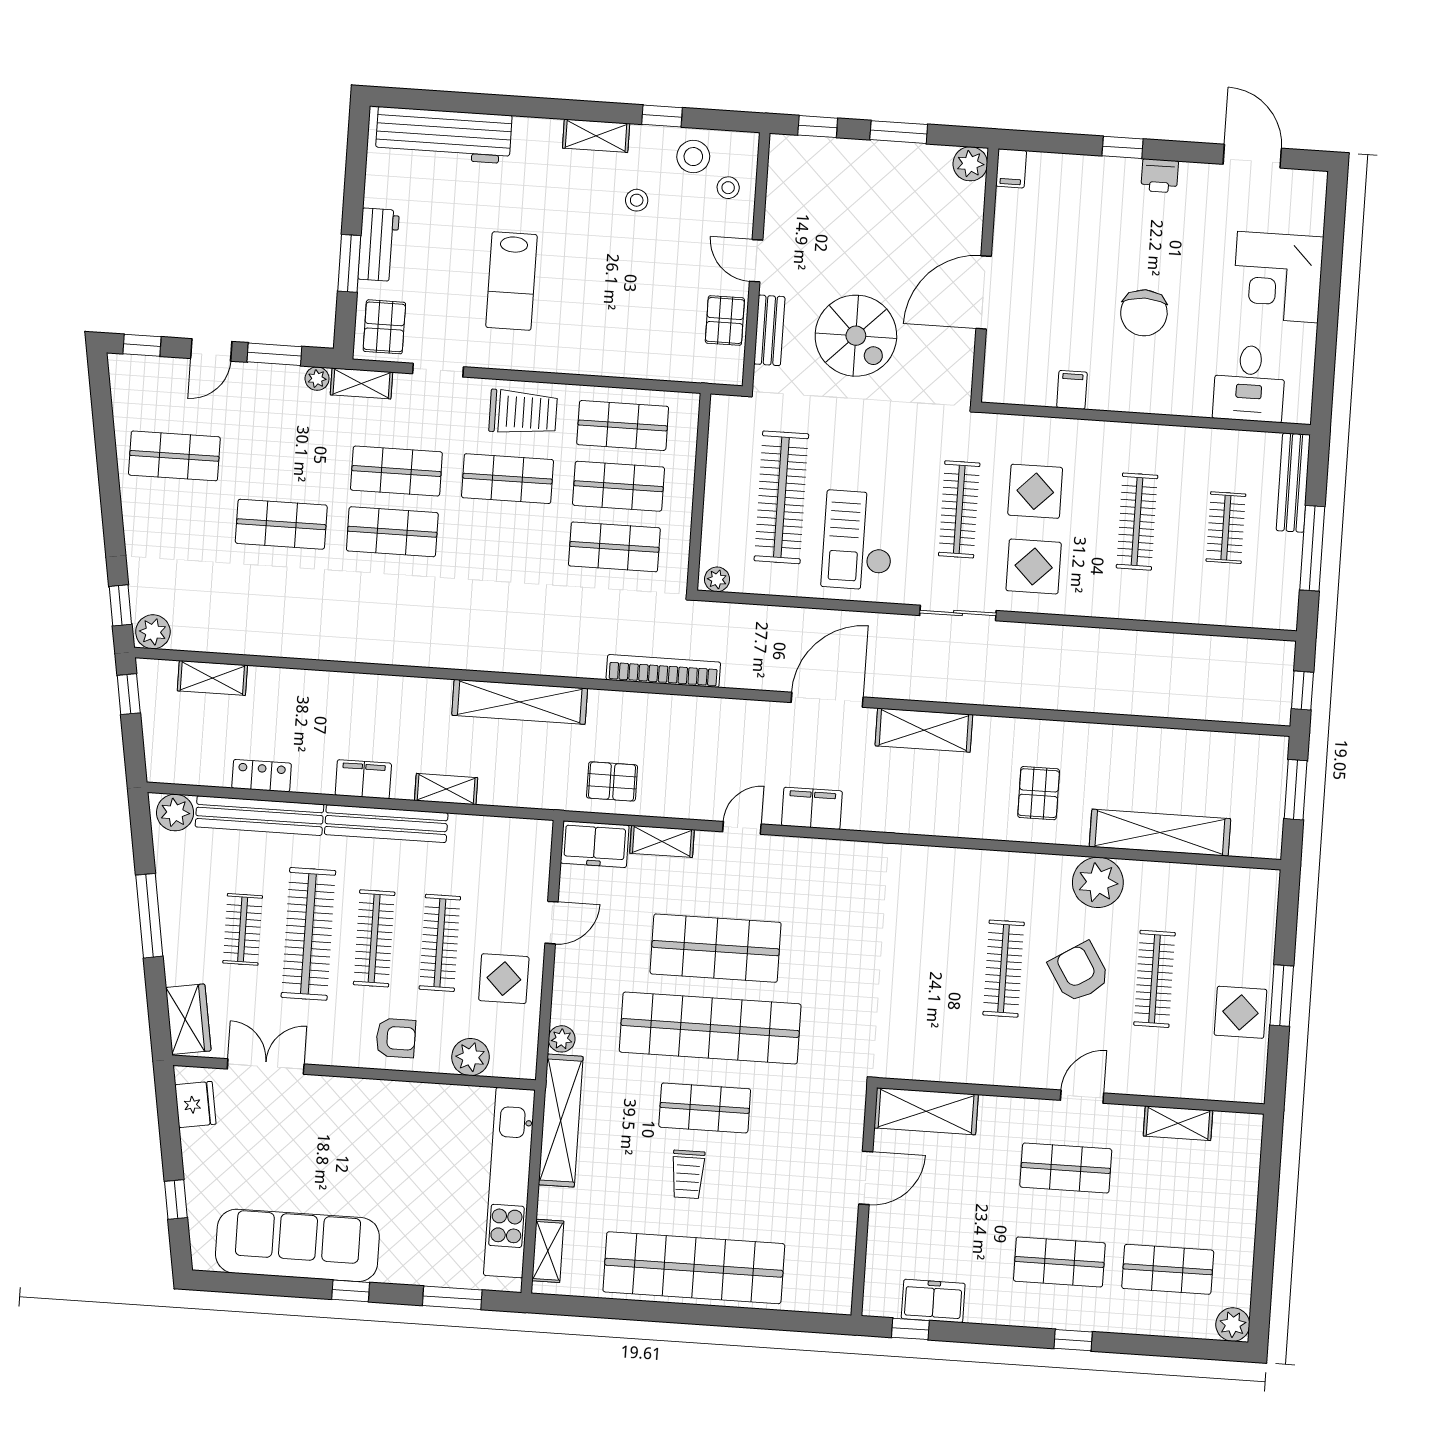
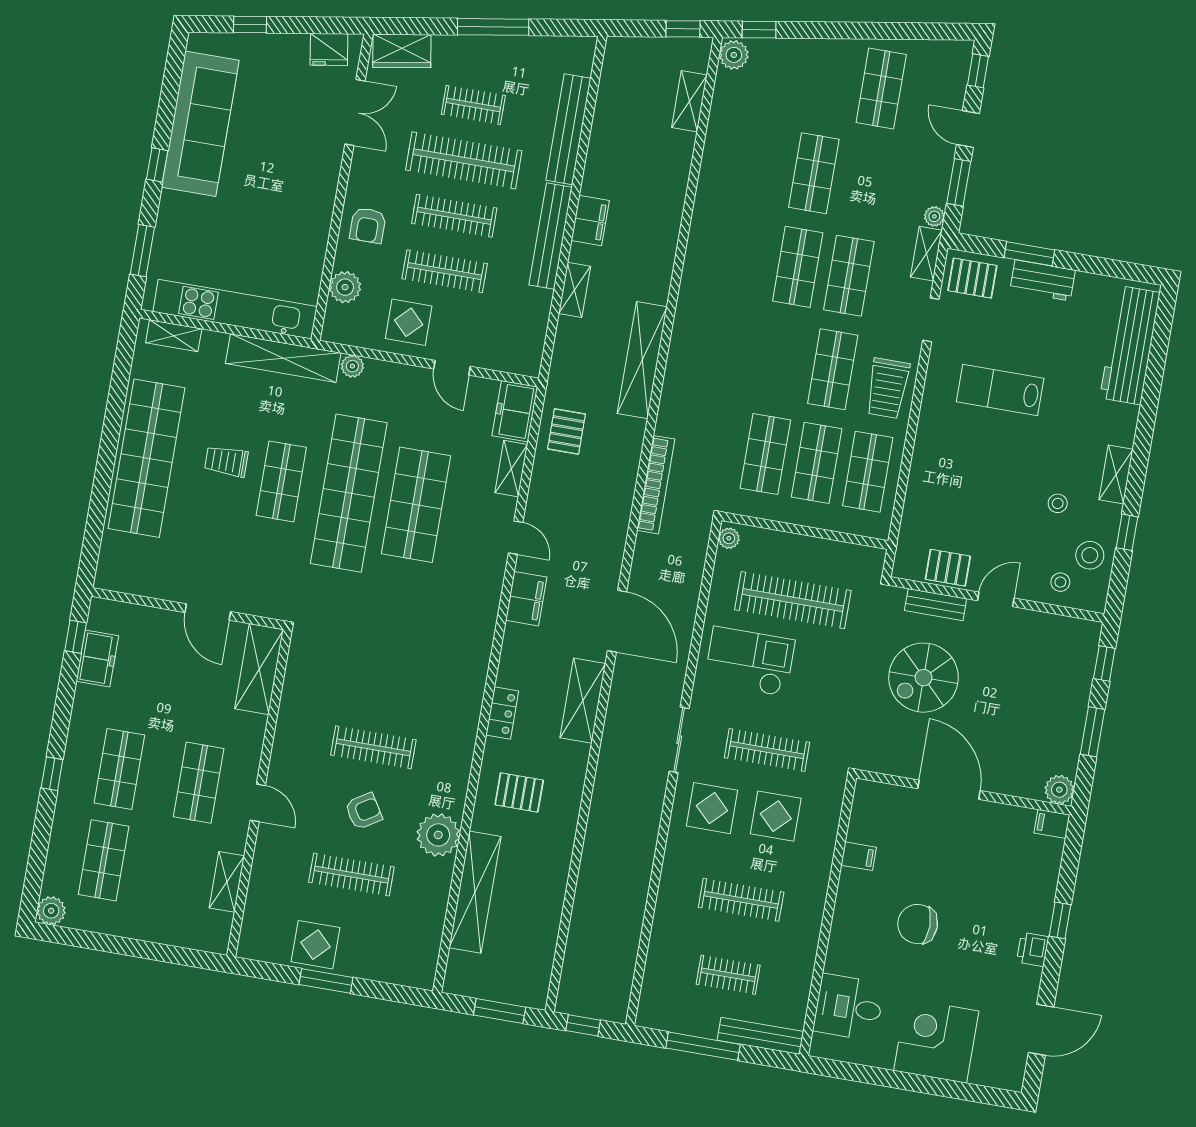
locker: (262, 776) -> (502, 713), moved
plant: (175, 813) -> (578, 58), removed
armchair: (1079, 972) -> (364, 811), width x0.72, depth x0.72

